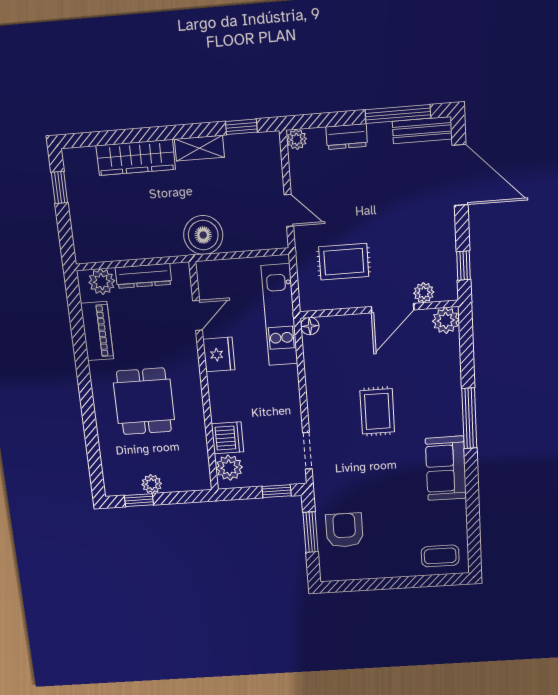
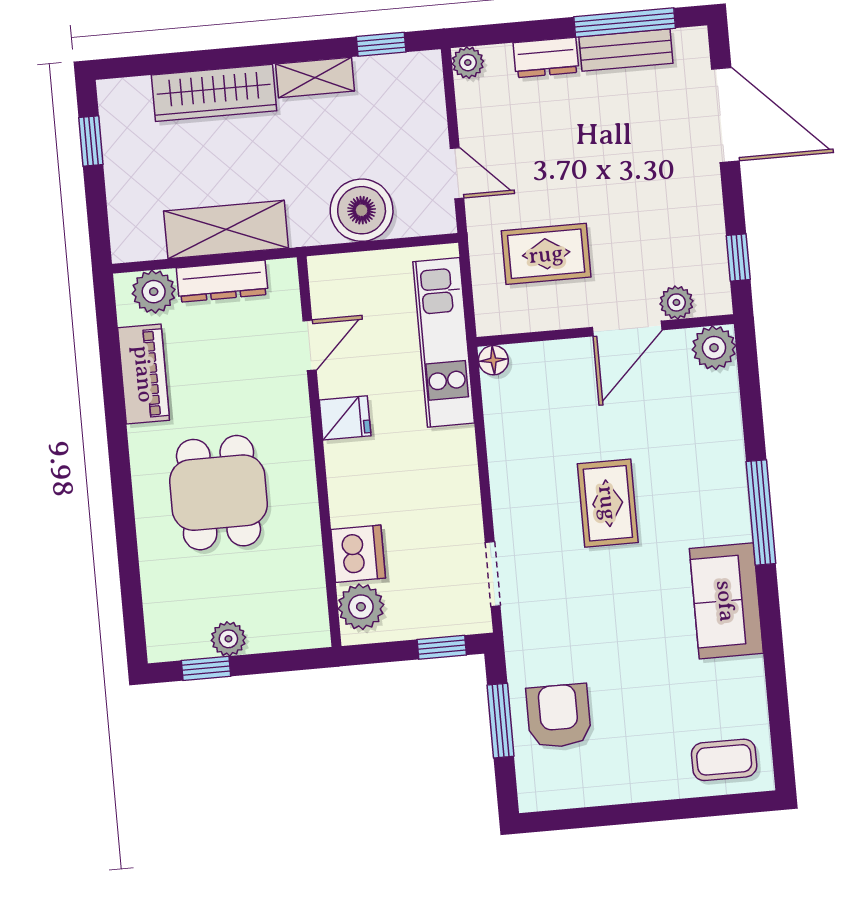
bench: (422, 130) -> (626, 50), moved
boiler: (203, 235) -> (362, 210), moved
shelving: (145, 244) -> (226, 229), added
fridge: (219, 354) -> (345, 418), width x0.72

